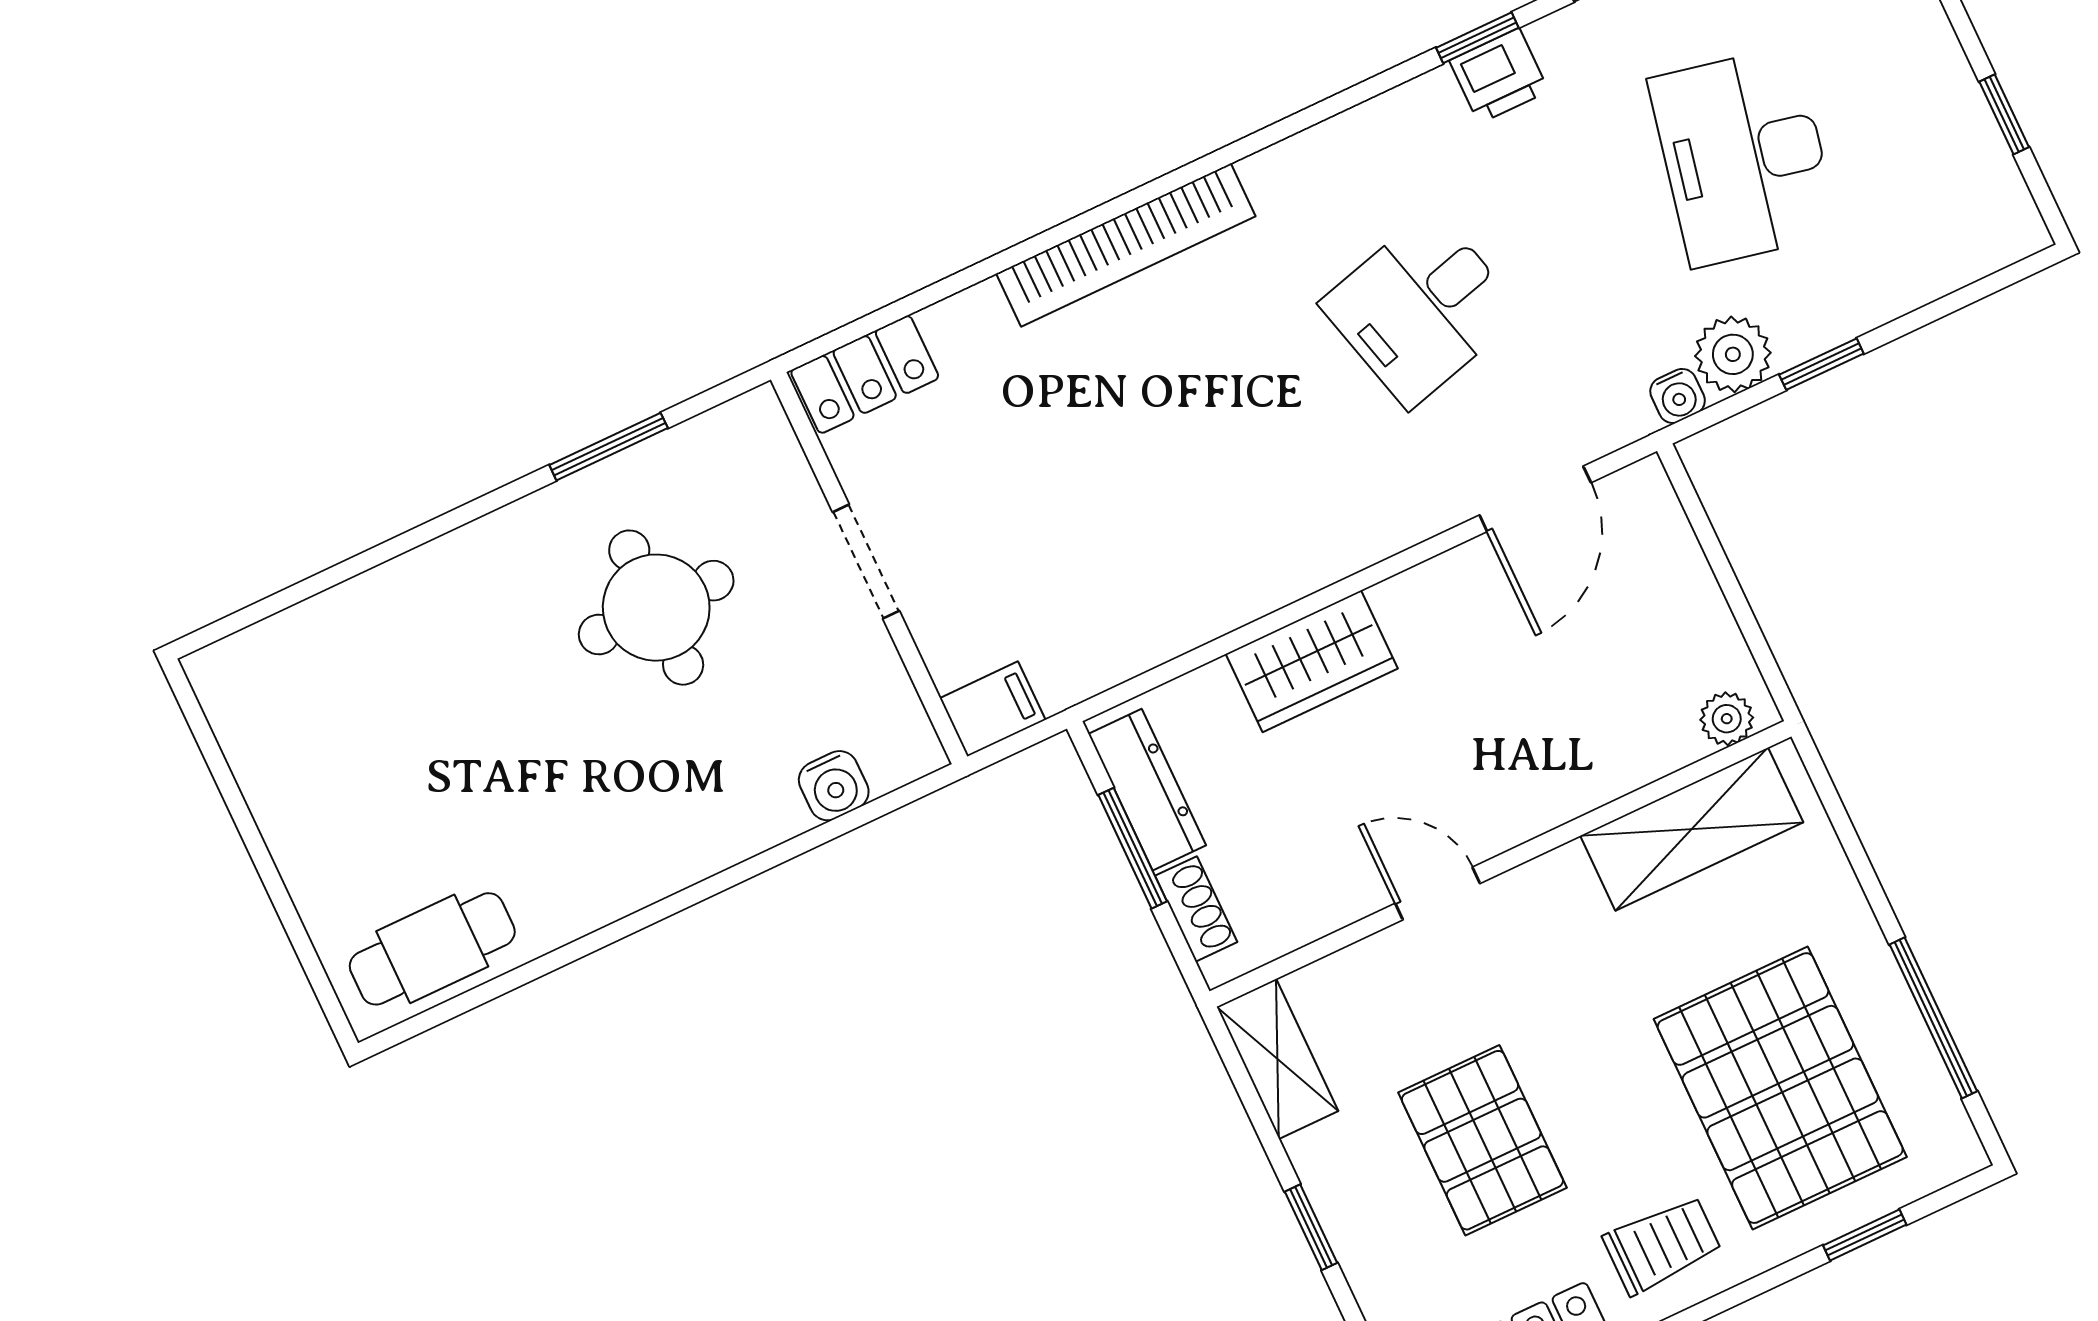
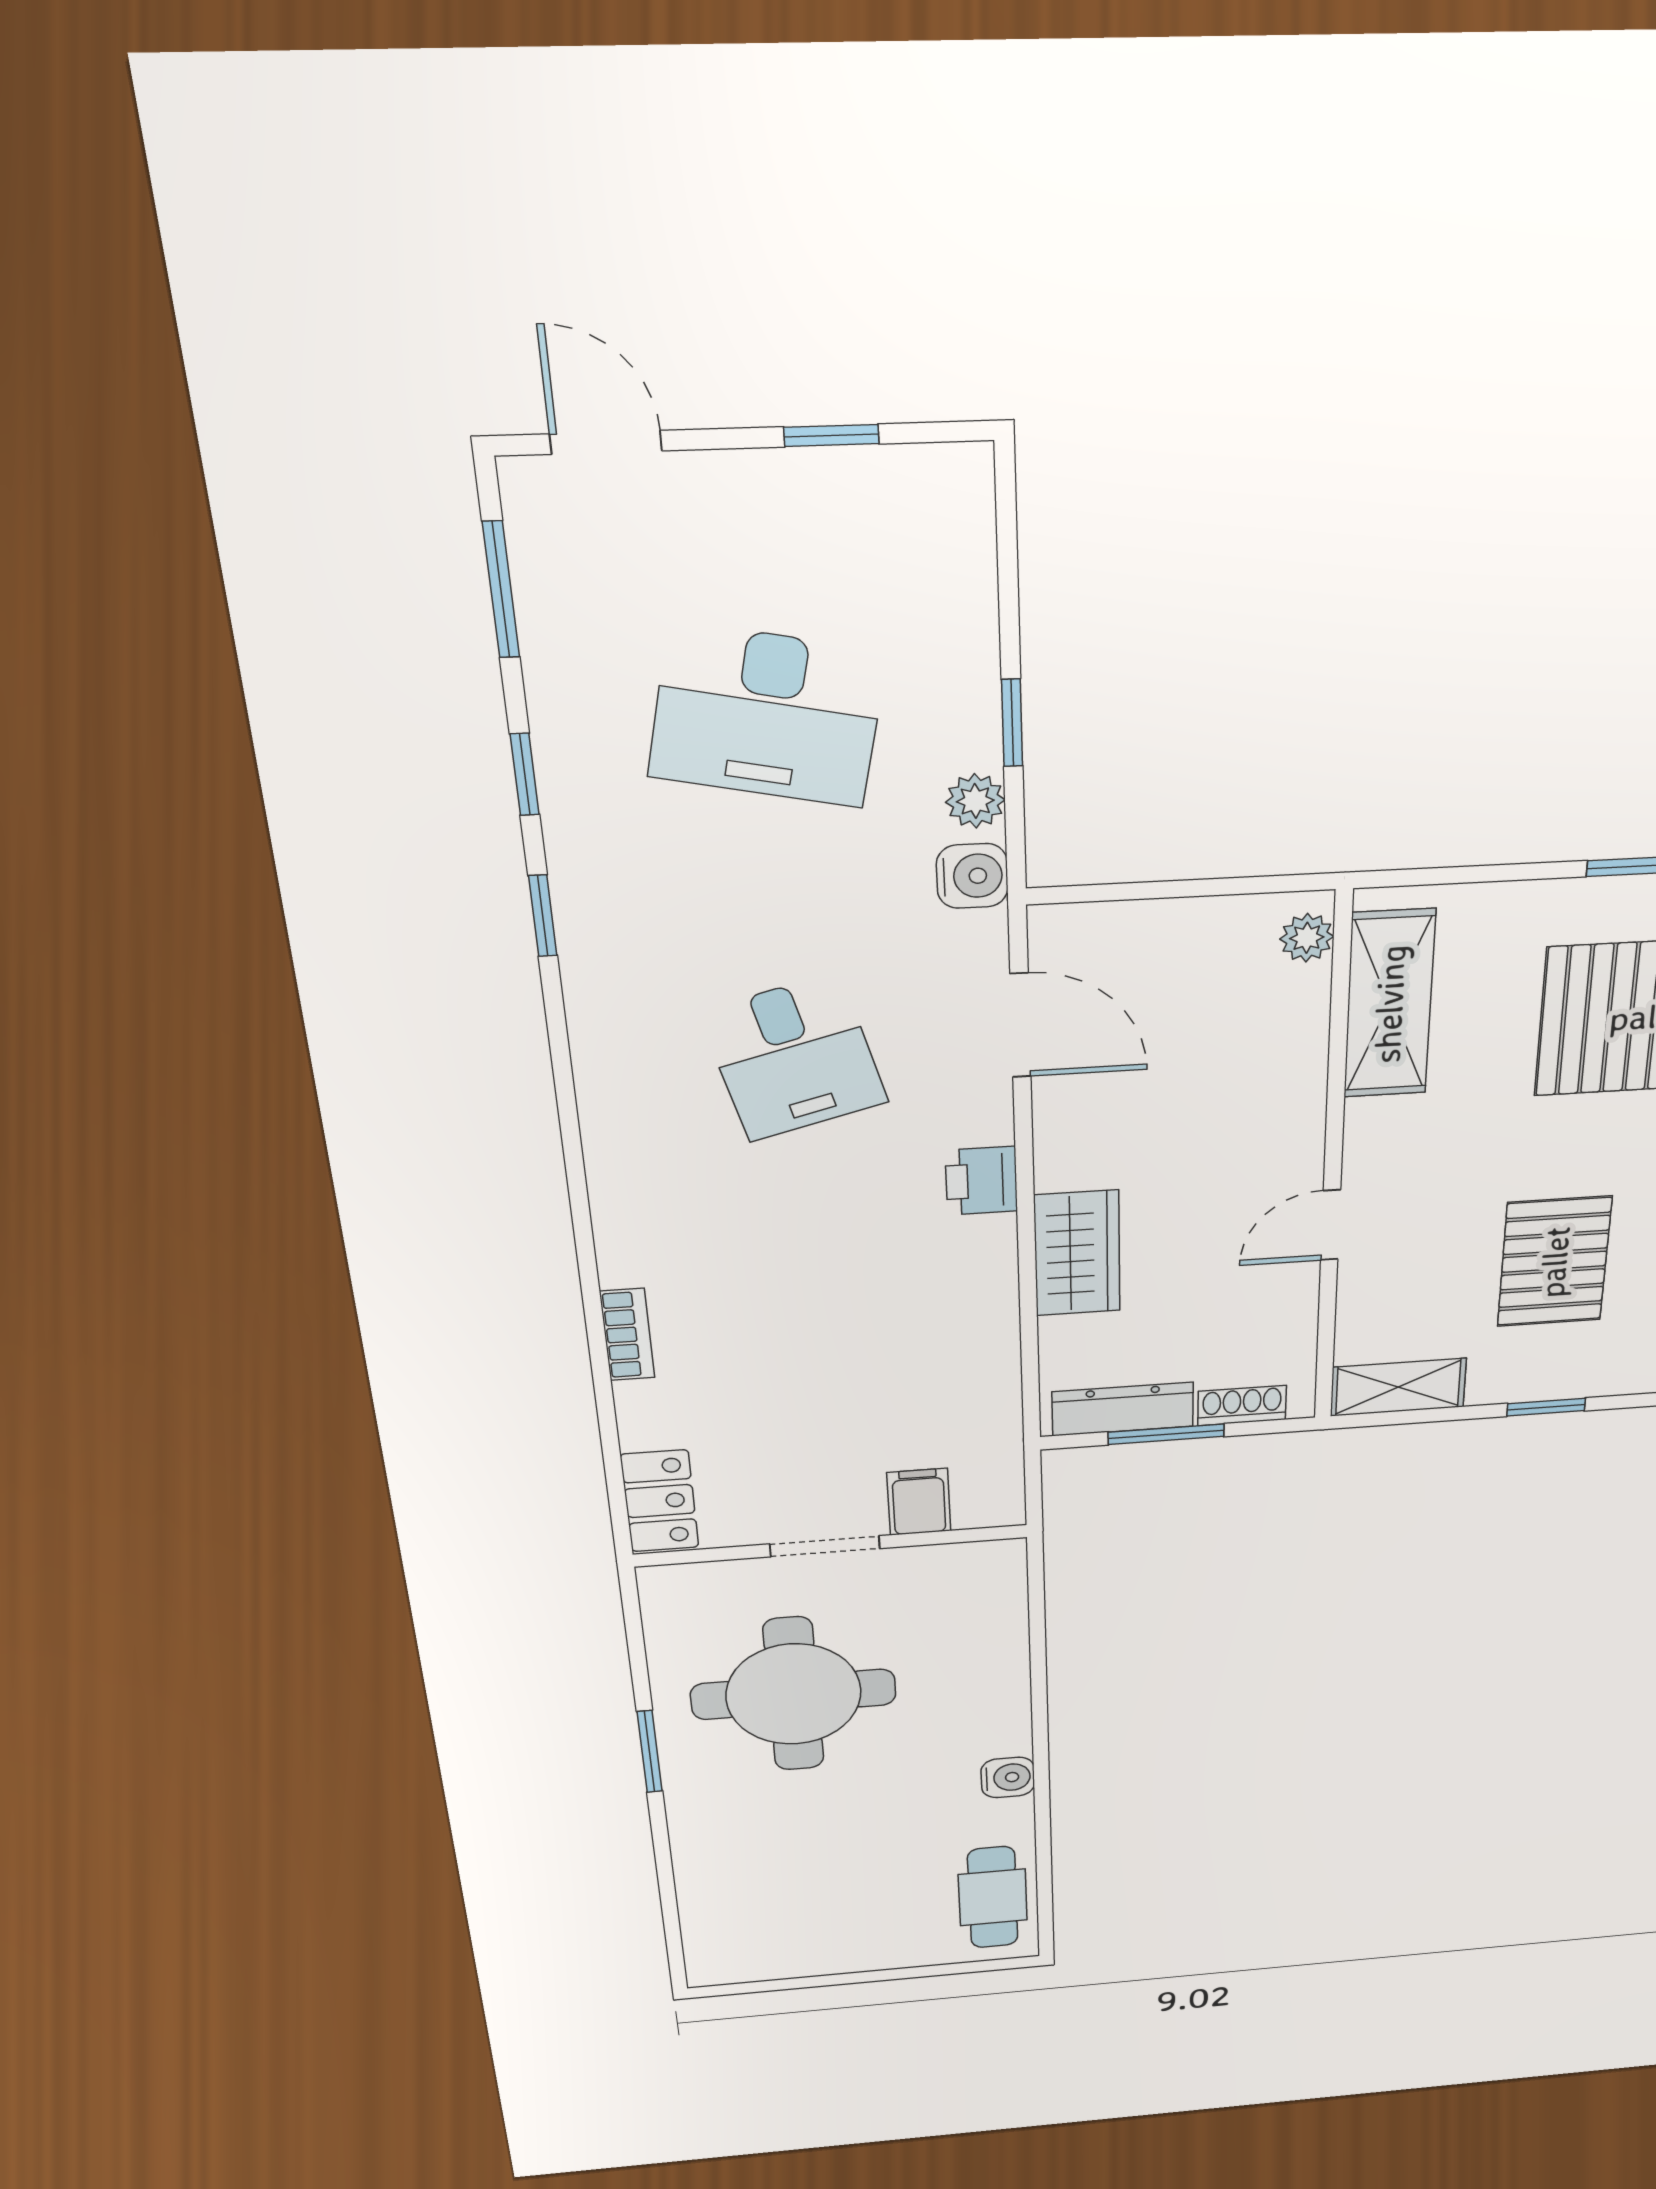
printer: (1499, 76) -> (981, 1181), moved, turned 180
bookcase: (1126, 245) -> (627, 1335), width x0.43, depth x0.76
plant: (1733, 354) -> (975, 801), width x0.73, depth x0.73
water cooler: (1678, 396) -> (972, 876), width x1.38, depth x1.38
window: (609, 447) -> (650, 1752), moved
round table: (656, 608) -> (794, 1694), width x1.36, depth x1.36
filing cabinet: (993, 709) -> (919, 1502), moved
water cooler: (834, 786) -> (1008, 1777), moved
pallet: (1482, 1140) -> (1554, 1262), turned 90

